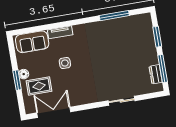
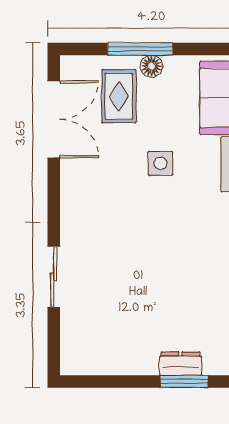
window: (163, 69) -> (110, 381), removed
dresser: (156, 74) -> (181, 364), moved
window: (17, 80) -> (140, 49), width x1.44

